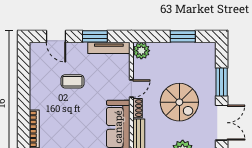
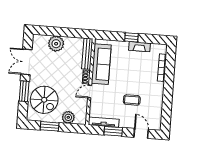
plant: (141, 51) -> (68, 117), moved
spiral stairs: (179, 102) -> (44, 100), moved, turned 180

